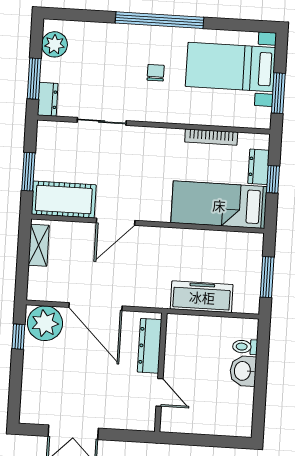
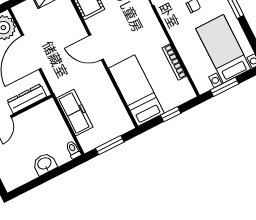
dresser: (259, 167) -> (173, 101), removed
door: (116, 222) -> (96, 47), moved
toilet: (245, 347) -> (73, 150), moved

